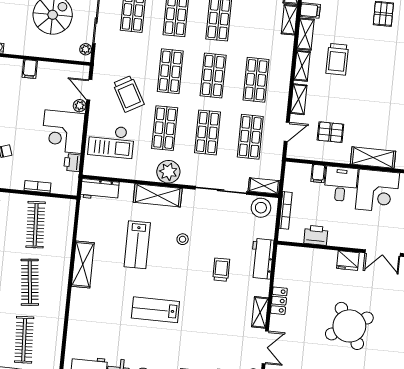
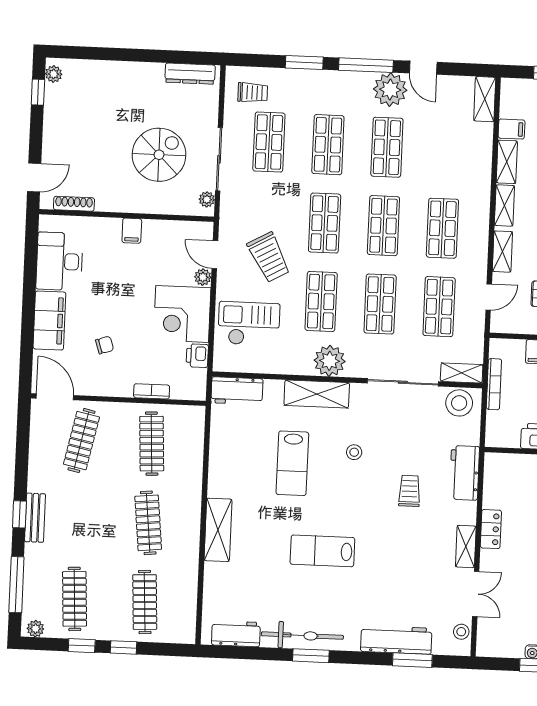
shelving: (289, 20) -> (484, 143), removed
checkout: (111, 141) -> (249, 324), turned 180
bookcase: (286, 210) -> (494, 384), moved
shelving: (83, 264) -> (218, 530), moved

